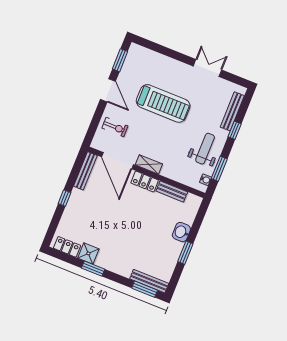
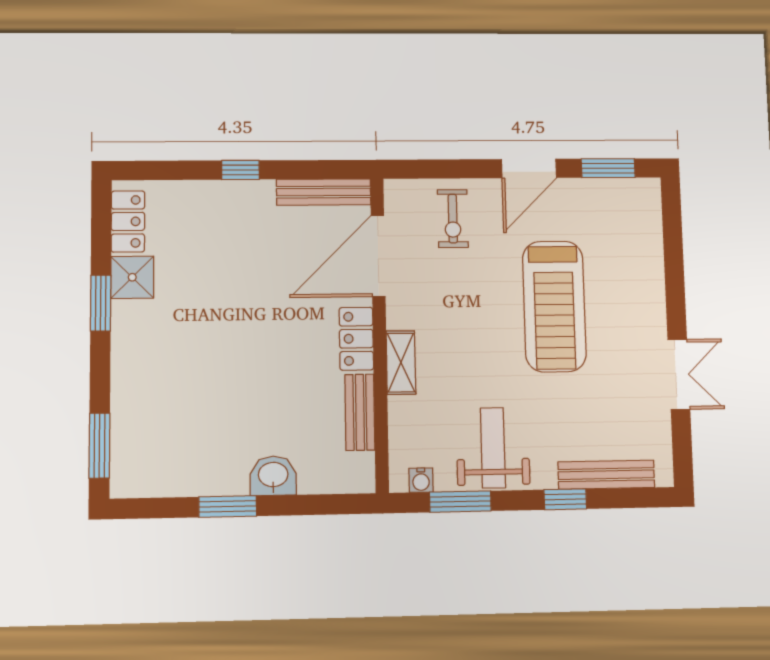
weight bench: (205, 149) -> (493, 448), turned -90
shelving: (149, 164) -> (401, 363), moved
bench: (149, 281) -> (124, 449), removed

